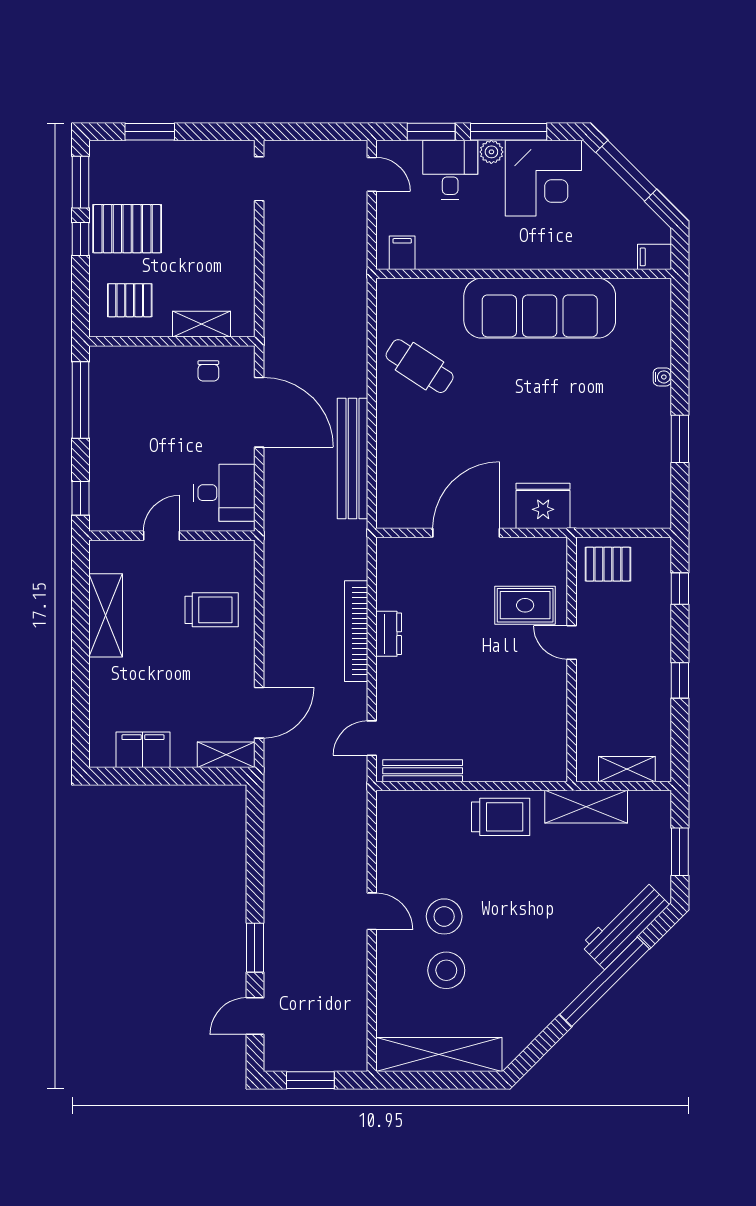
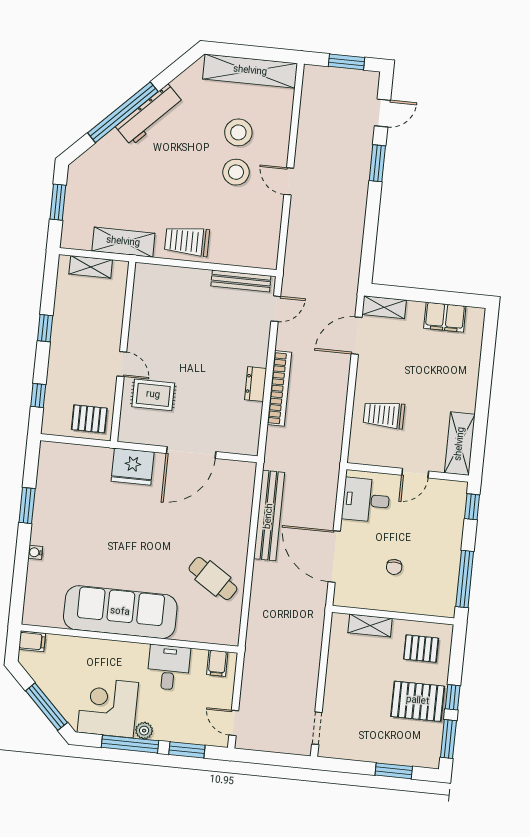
desk: (450, 170) -> (169, 668), moved, turned 180
chair: (208, 371) -> (394, 567), moved, turned 180
shelving: (106, 615) -> (460, 444), moved
workbench: (625, 925) -> (150, 115), moved

